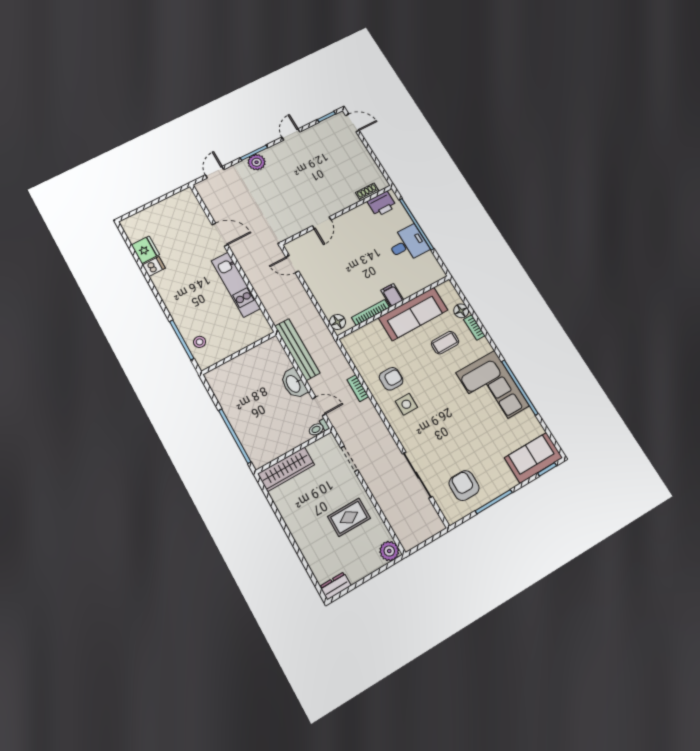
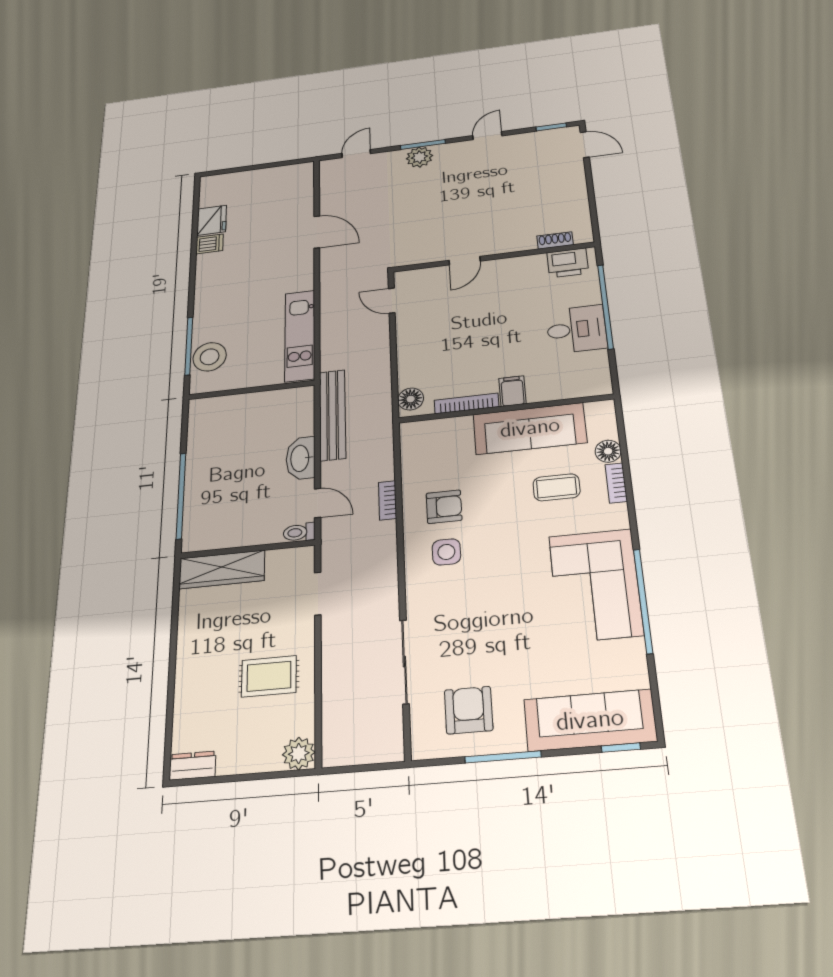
kitchen unit: (236, 285) -> (300, 336), moved
stool: (200, 342) -> (210, 357), width x1.89, depth x1.89
sofa: (533, 458) -> (590, 720), width x1.36

